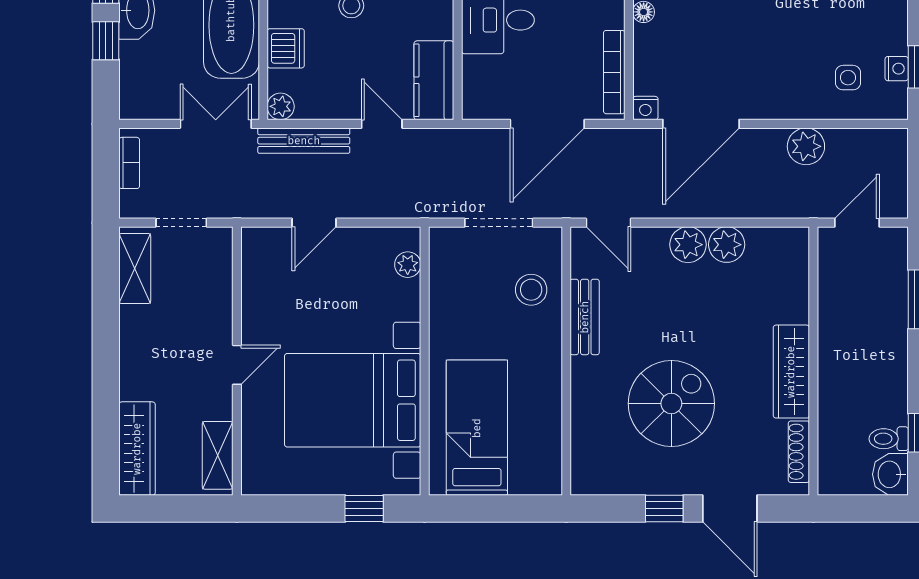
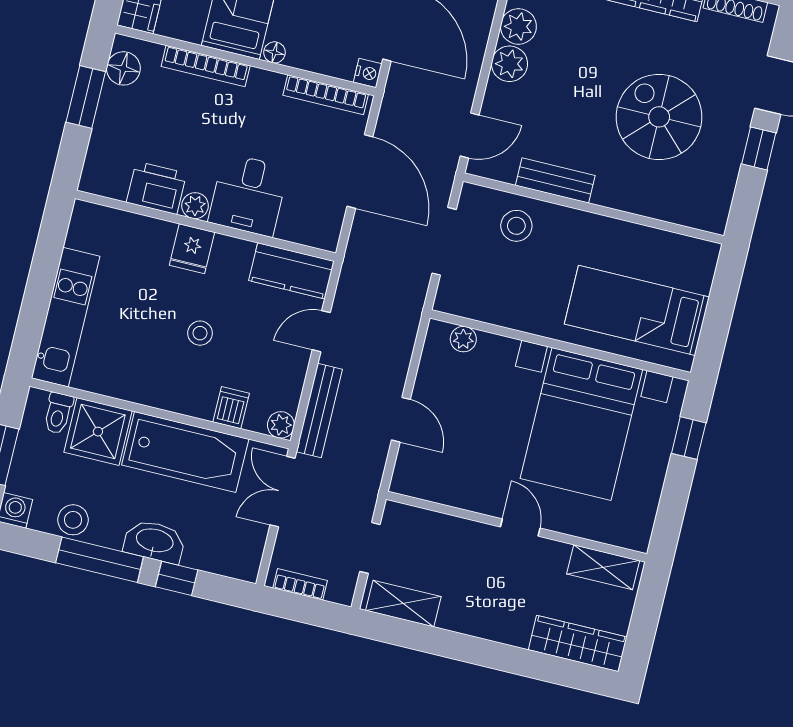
dishwasher: (286, 48) -> (231, 408), width x0.73

